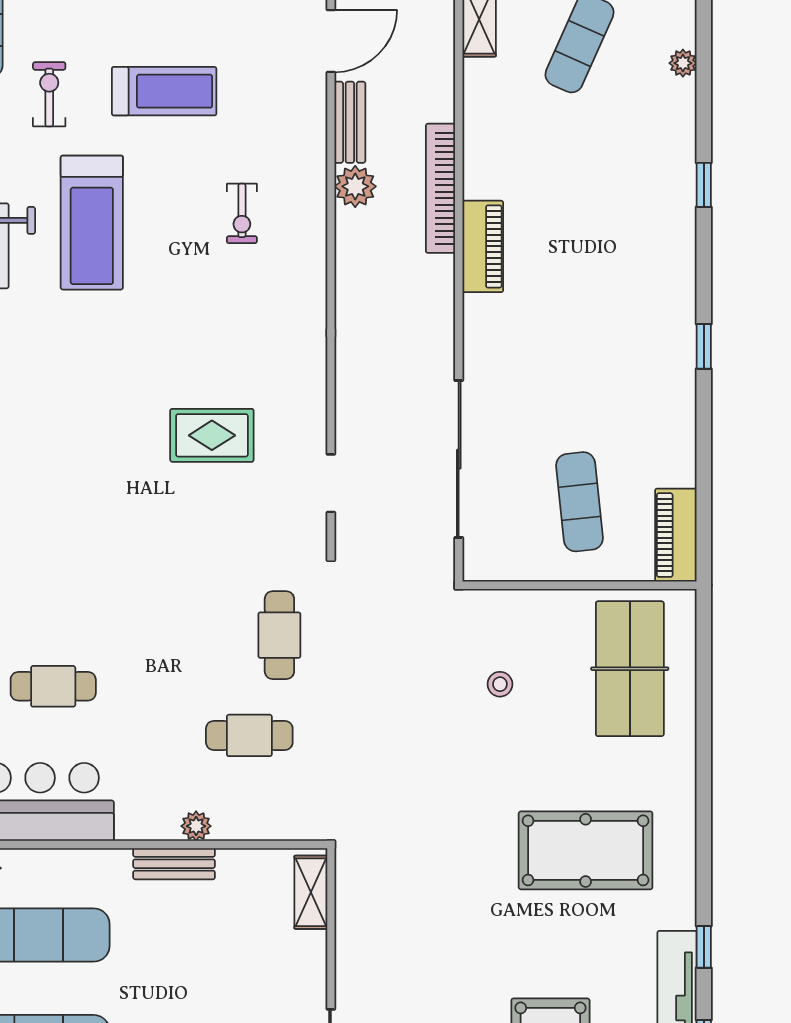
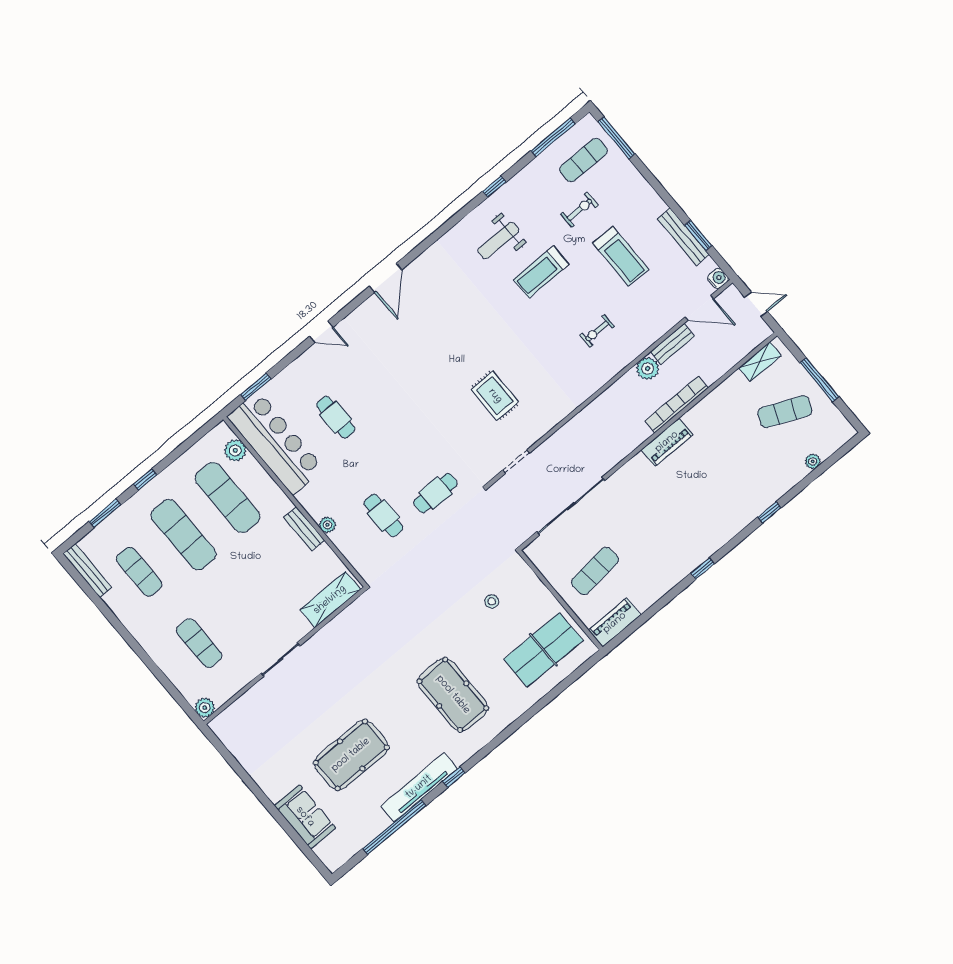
treadmill: (92, 223) -> (541, 272), width x0.73, depth x0.73
shelving: (311, 892) -> (330, 600), width x1.50, depth x1.33

